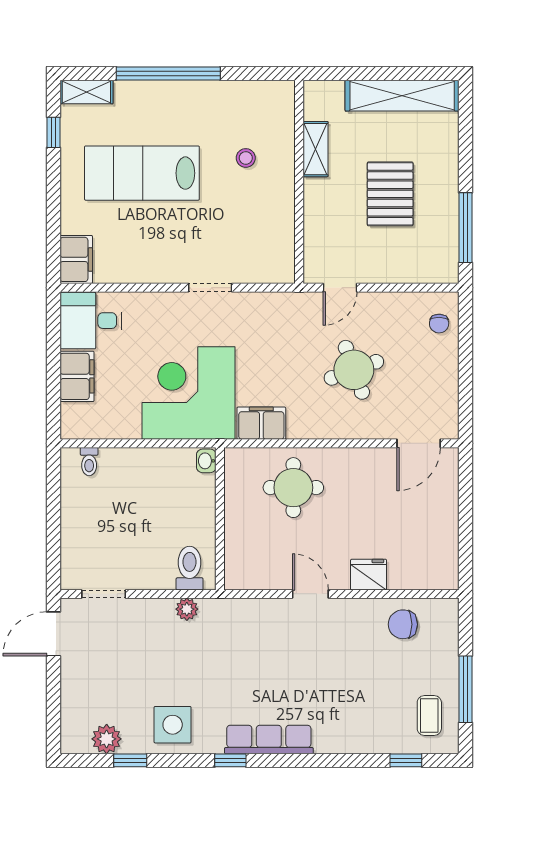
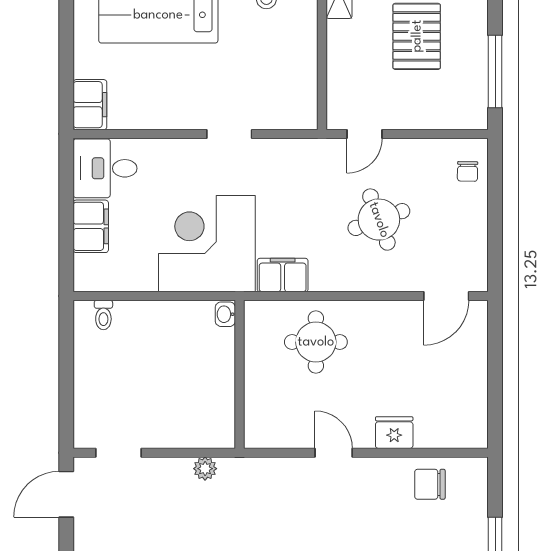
toilet: (190, 568) -> (208, 426), removed

